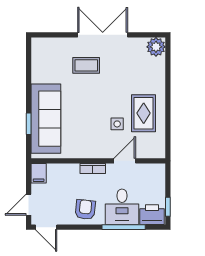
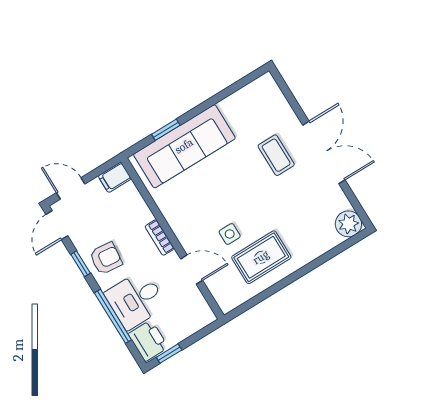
window: (79, 227) -> (81, 264), added

